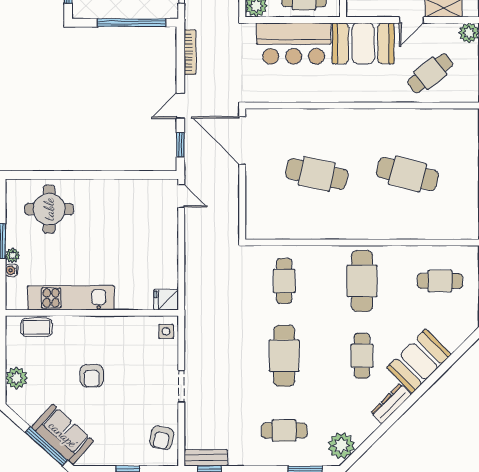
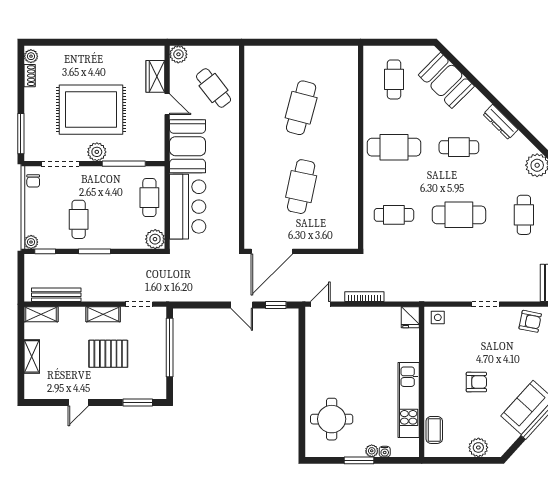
bookcase: (190, 52) -> (364, 297), moved
booth: (419, 361) -> (446, 80), moved

